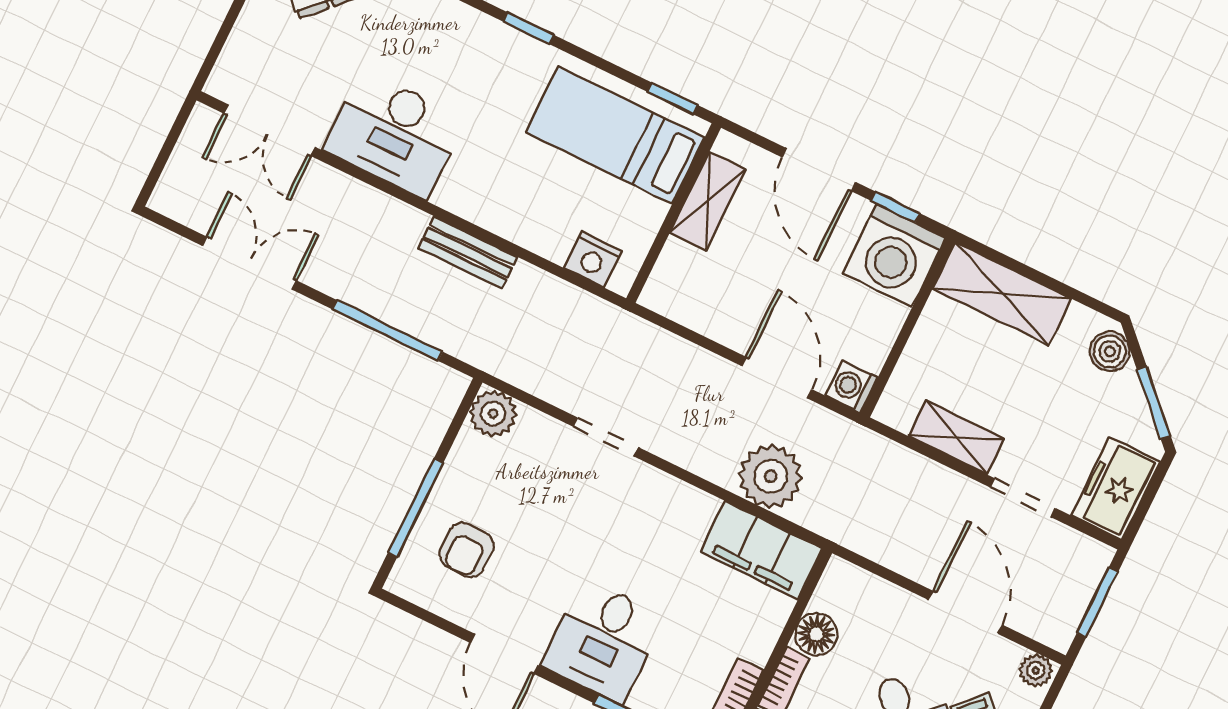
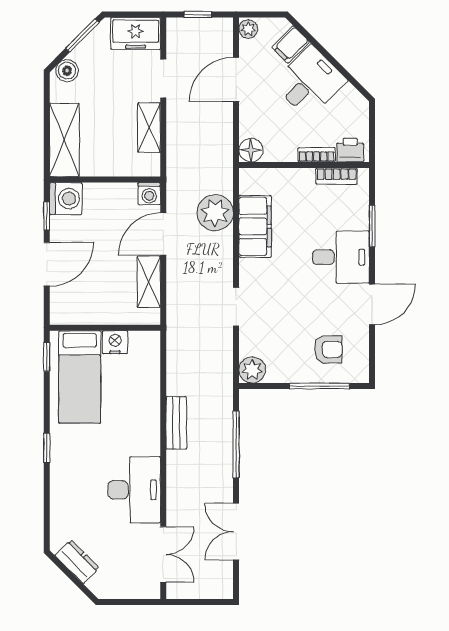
shelving: (708, 201) -> (149, 282), moved, turned 90
washing machine: (894, 255) -> (66, 199), width x0.73, depth x0.73
nightstand: (593, 259) -> (115, 342), moved, turned -90
filing cabinet: (761, 550) -> (255, 226), moved
window: (1098, 602) -> (198, 14), width x0.67
floor lamp: (816, 634) -> (251, 150), moved

